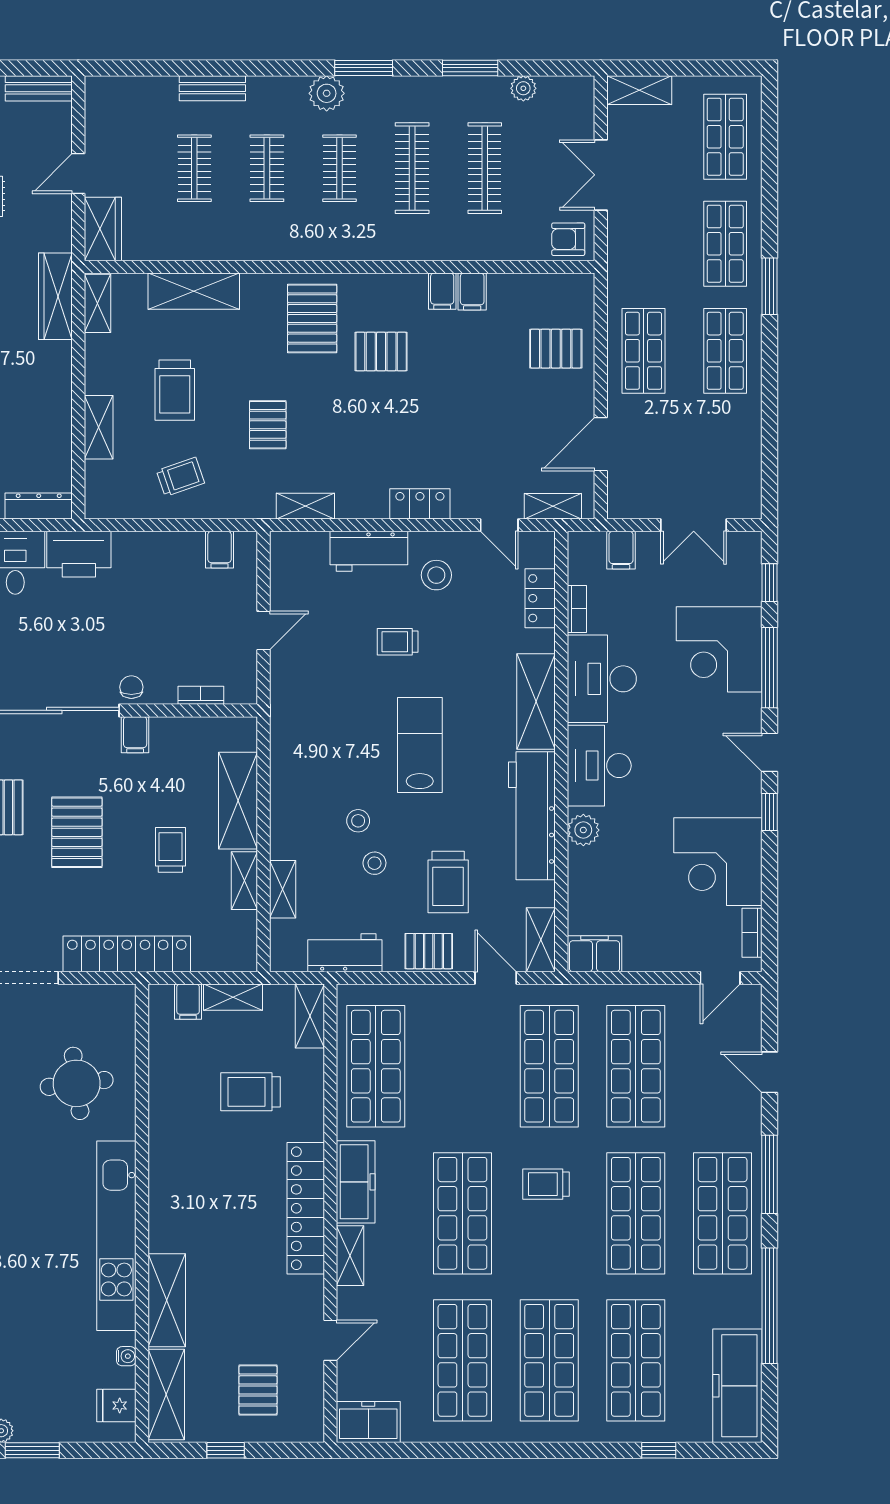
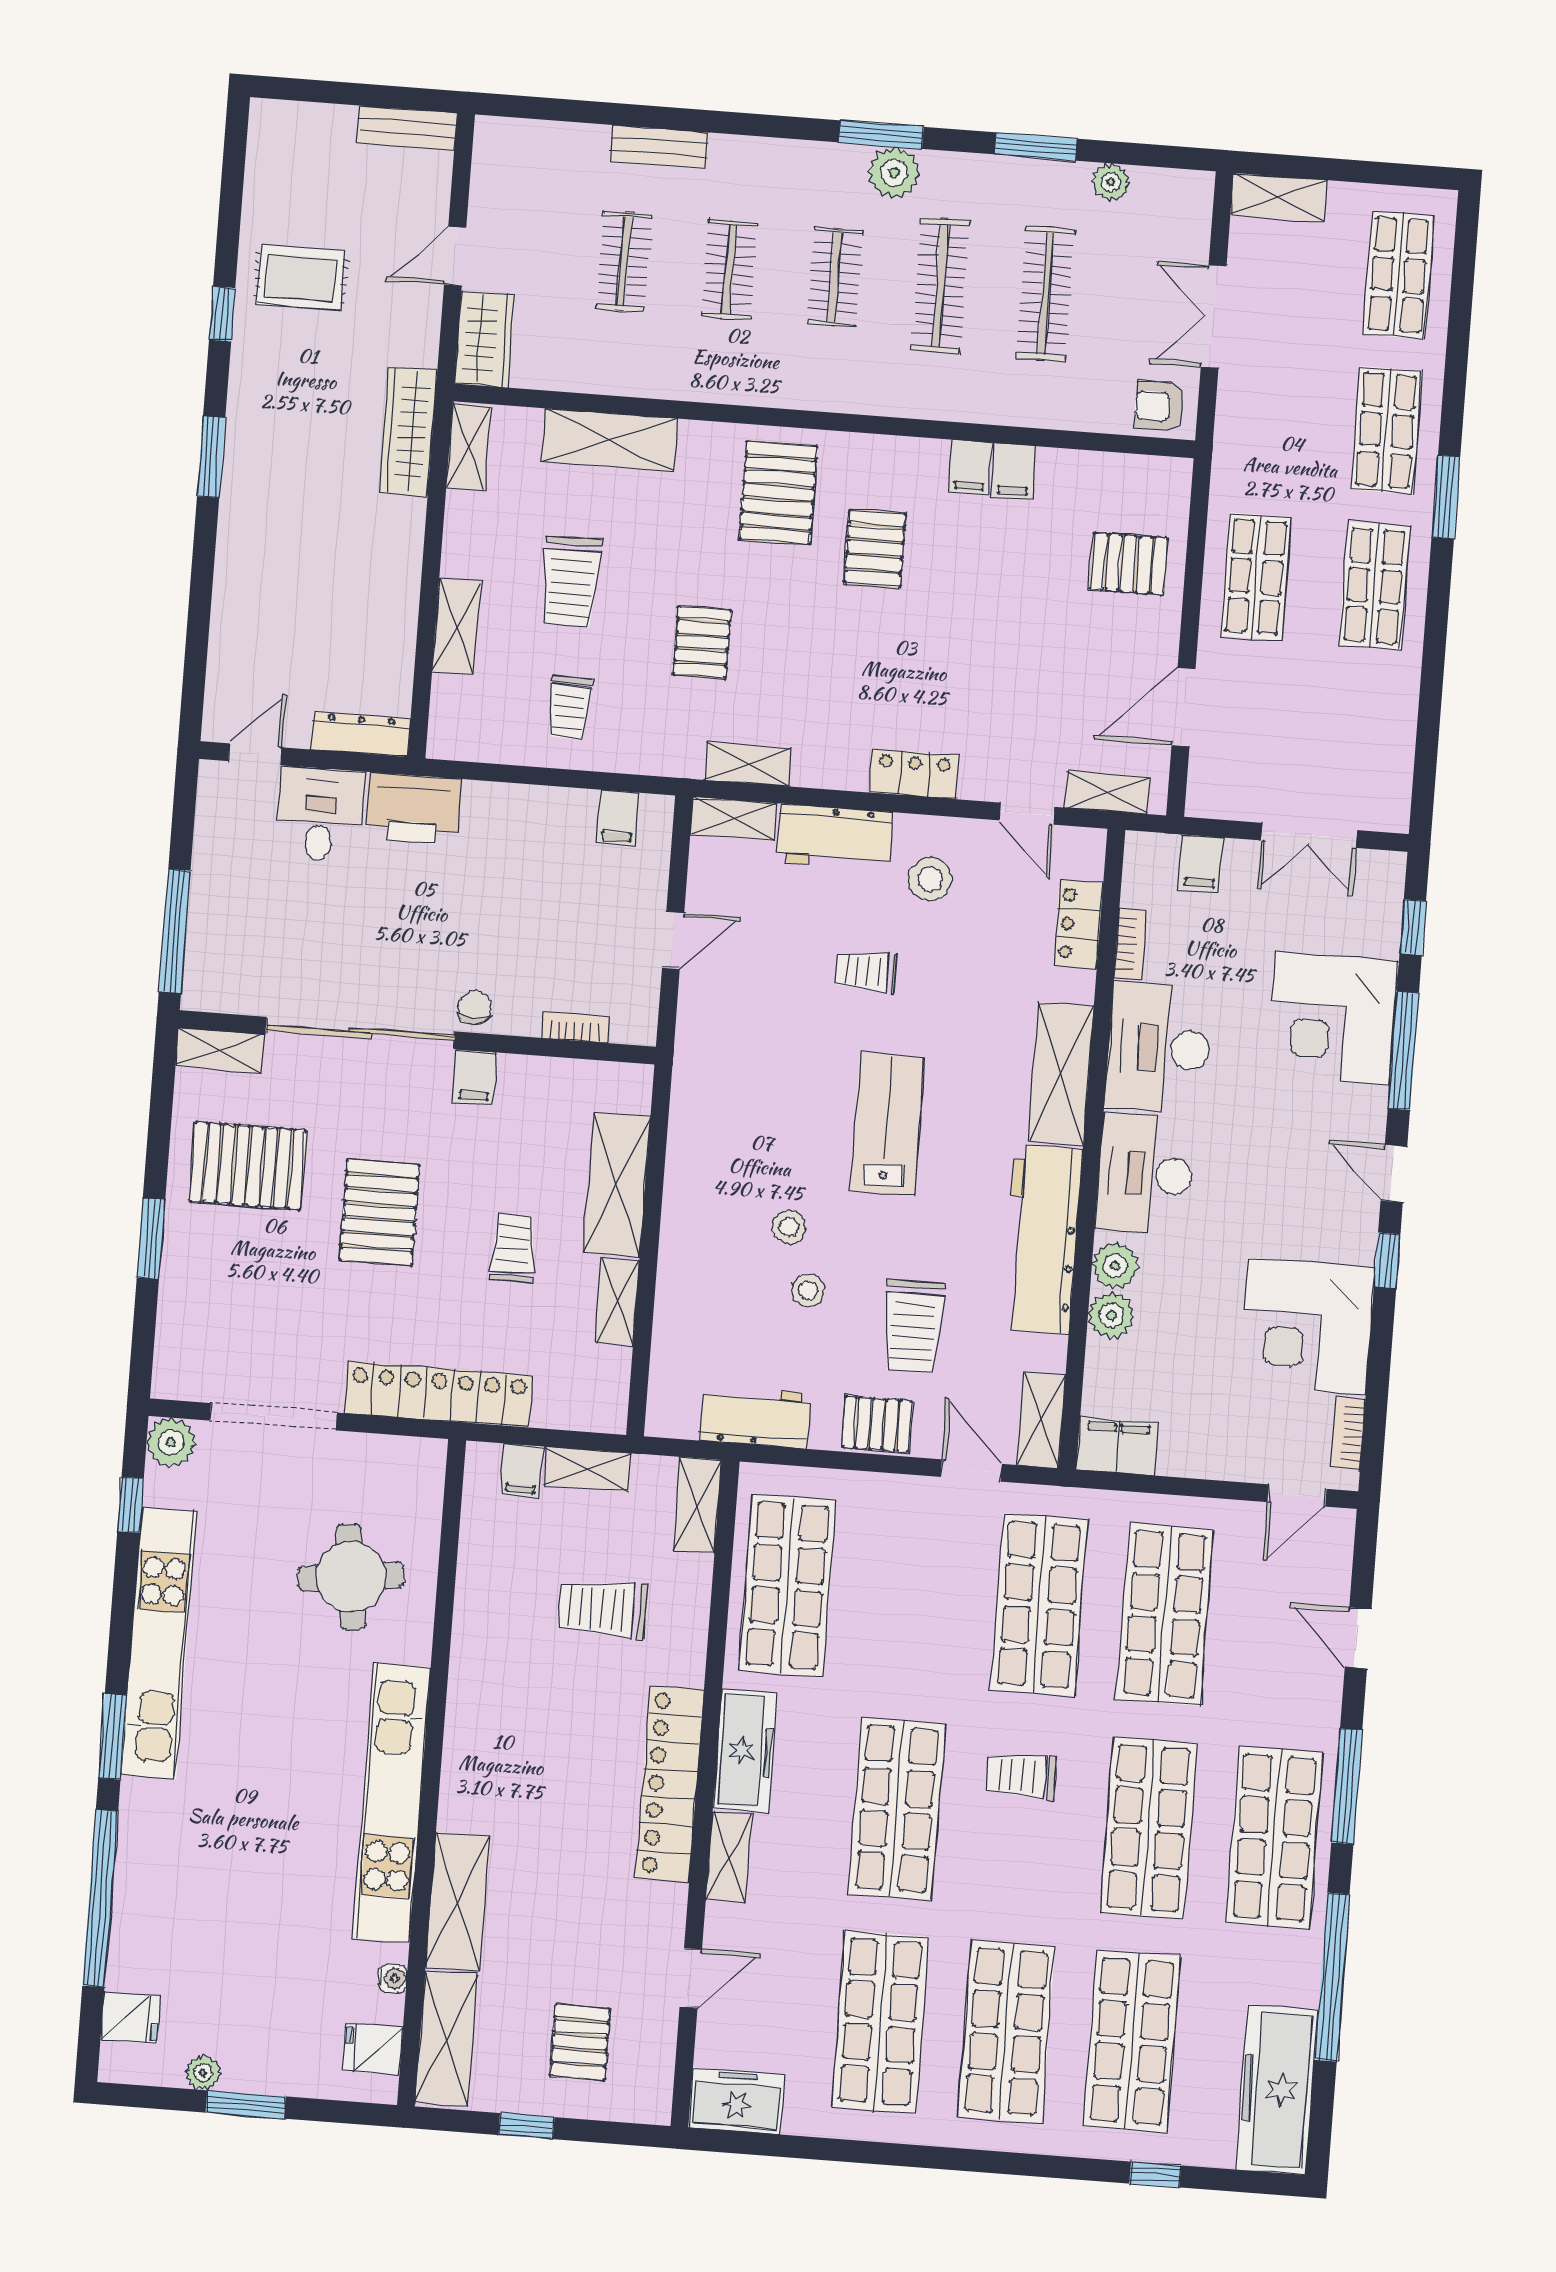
plant: (327, 93) -> (894, 173), moved
pallet: (381, 352) -> (875, 548), turned 90
trolley: (180, 477) -> (570, 708), turned 111
plant: (583, 864) -> (1111, 1315), added
shelving: (283, 889) -> (734, 819), moved, turned 90

